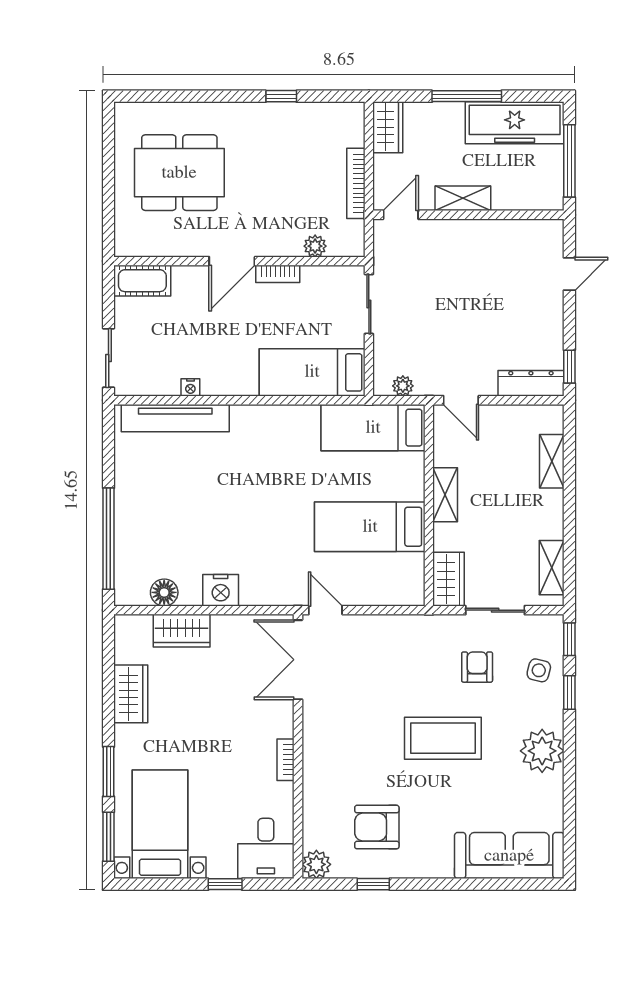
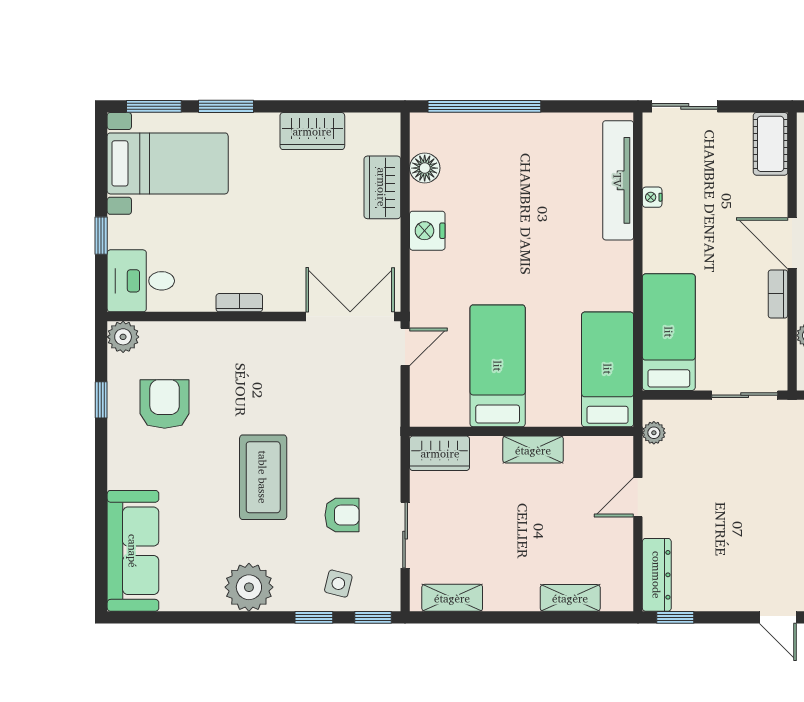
bed: (373, 428) -> (608, 369), moved
shelving: (445, 495) -> (533, 450), moved
wall: (429, 505) -> (522, 431), moved
bed: (370, 527) -> (498, 366), moved
wardrobe: (449, 579) -> (440, 453), moved

